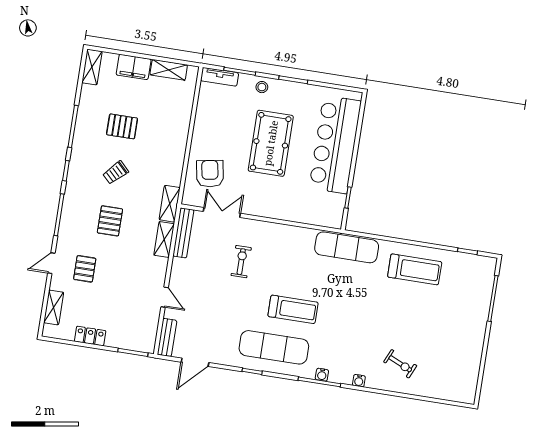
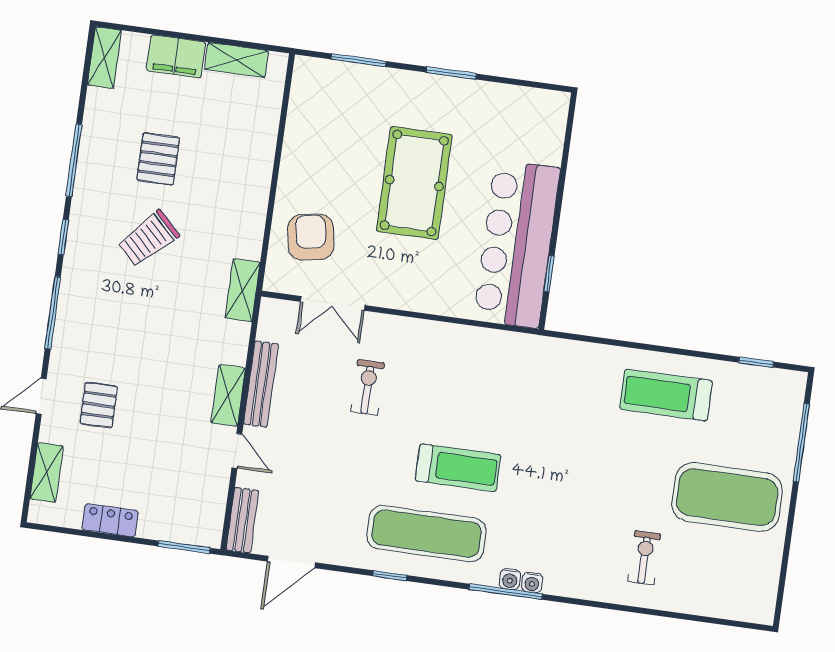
tv unit: (220, 77) -> (324, 70), removed
stool: (262, 87) -> (397, 87), removed
pallet: (122, 126) -> (158, 159), turned 90
bar counter: (335, 145) -> (517, 244), moved
trolley: (116, 173) -> (148, 239), width x1.36, depth x1.39
double door: (222, 212) -> (333, 303), swing flipped
pallet: (110, 221) -> (140, 322), removed
bench: (183, 233) -> (261, 384), moved
shelving: (164, 239) -> (228, 395), moved
exercise mat: (347, 247) -> (727, 497), moved, width x1.47
treadmill: (415, 269) -> (666, 395), turned 180
exercise bike: (400, 364) -> (644, 558), turned -114
water cooler: (359, 381) -> (532, 582), moved

